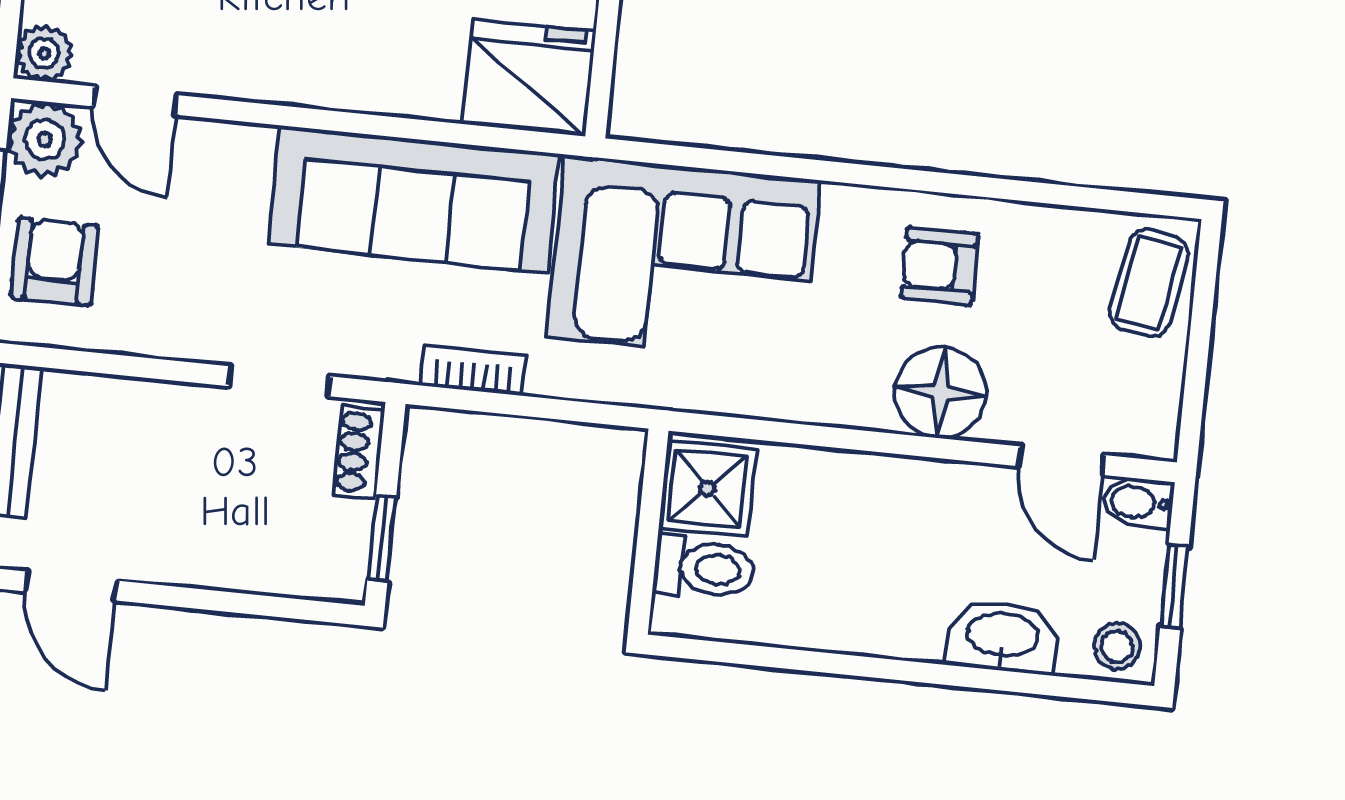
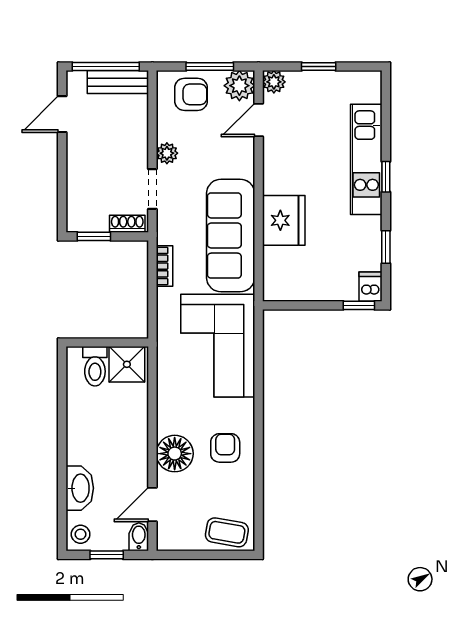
fridge: (529, 78) -> (284, 220), moved
plant: (194, 336) -> (167, 153), added

